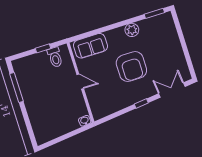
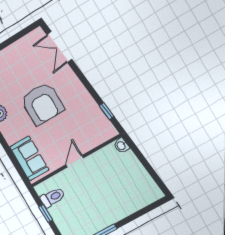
armchair: (131, 67) -> (42, 104), turned 90
window: (141, 103) -> (107, 111), moved

